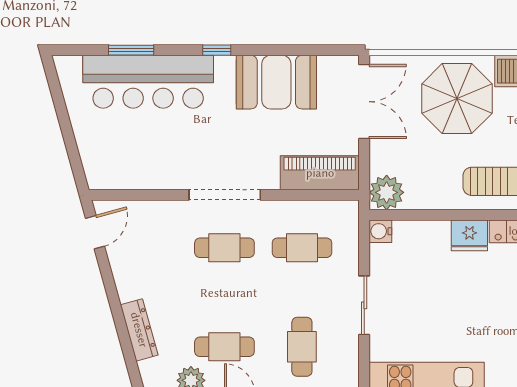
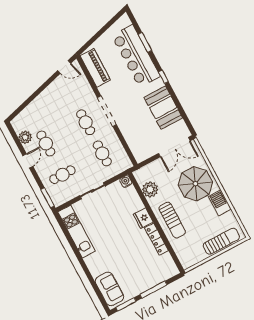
piano: (320, 173) -> (95, 68), moved
plant: (387, 192) -> (150, 190), moved
dresser: (139, 330) -> (34, 106), removed

